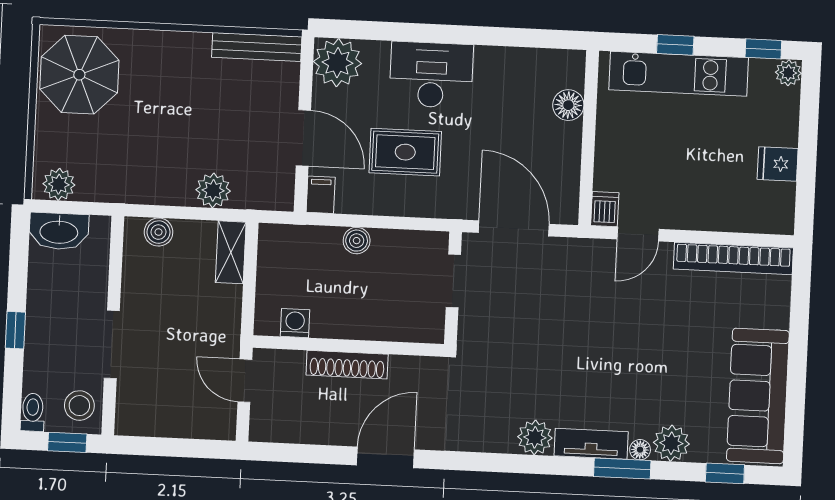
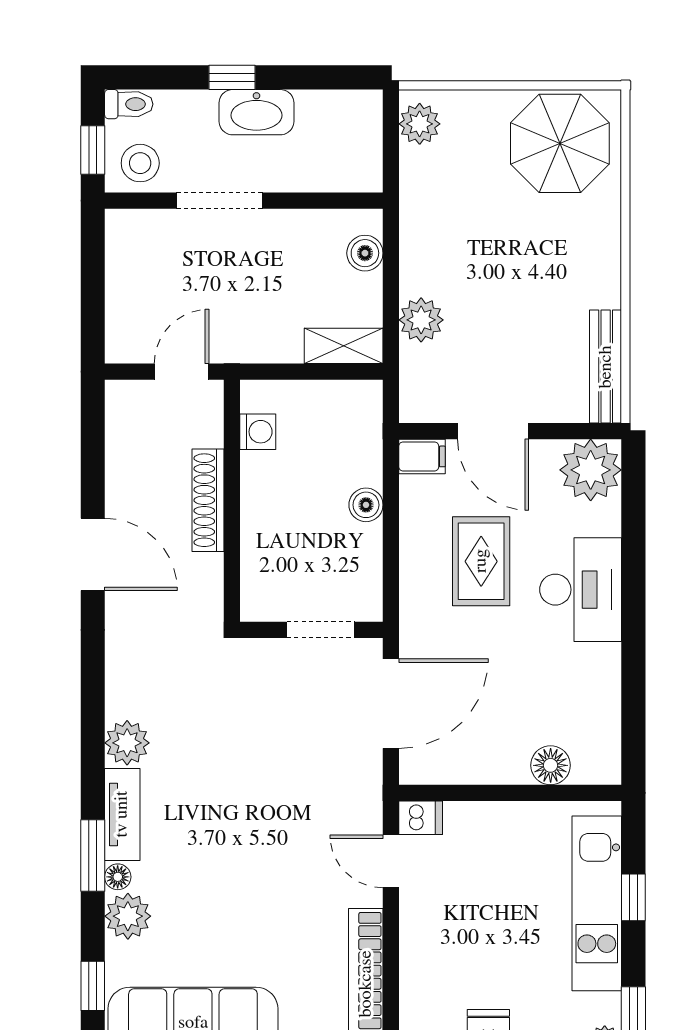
door: (303, 138) -> (493, 431), hinge flipped
washbasin: (59, 231) -> (256, 112), moved, turned -90

